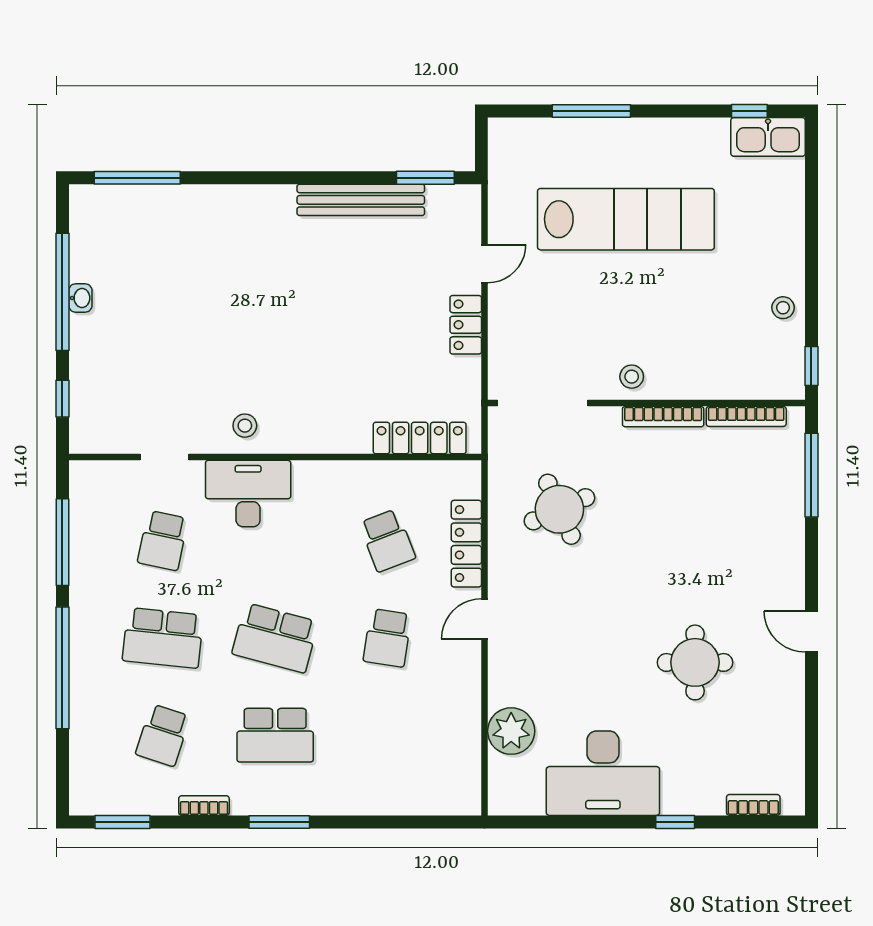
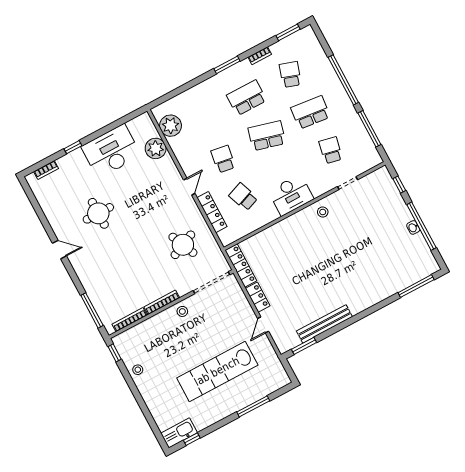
locker: (420, 438) -> (241, 265), moved, turned -90
desk: (248, 494) -> (291, 195), moved
plant: (457, 761) -> (171, 126), added

